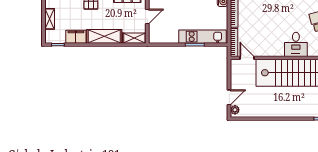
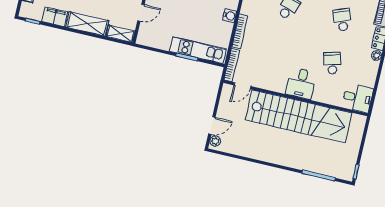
door: (247, 58) -> (242, 86), swing flipped

